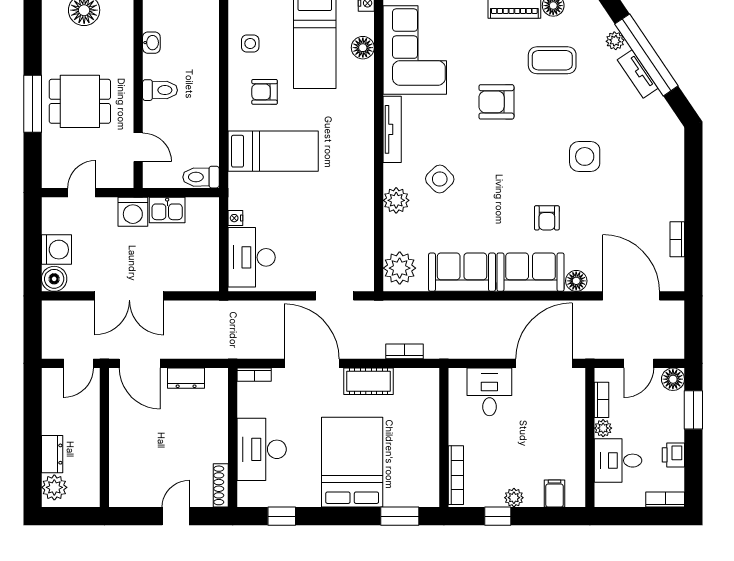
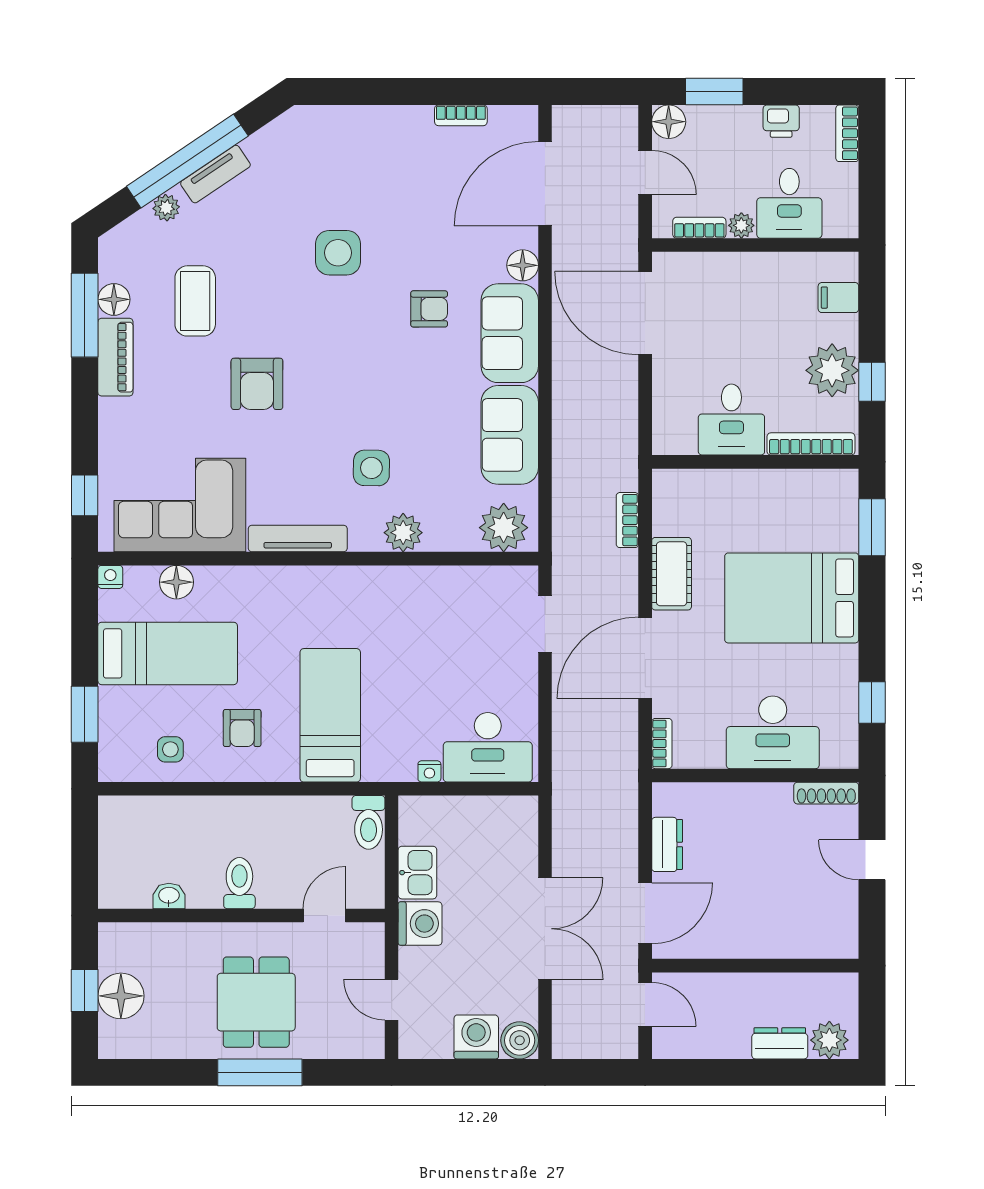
side table: (440, 179) -> (371, 468), turned 45
desk: (489, 392) -> (731, 420), moved, turned -90
plant: (514, 498) -> (832, 370), width x1.88, depth x1.88

